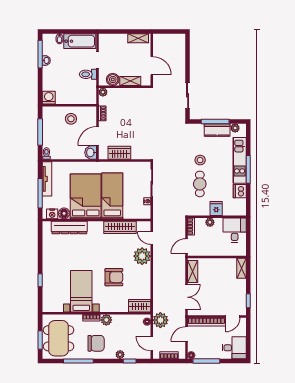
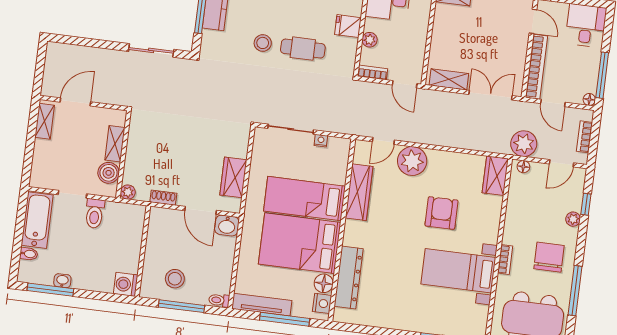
door: (152, 66) -> (75, 102), moved
stool: (71, 119) -> (175, 279), moved
plant: (106, 320) -> (512, 235), removed

